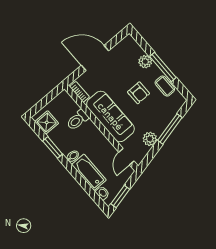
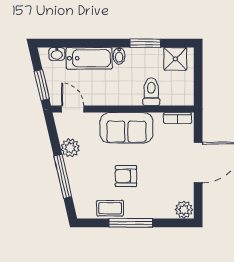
plant: (145, 62) -> (184, 210), moved
sofa: (110, 116) -> (126, 128), width x0.73
window: (120, 197) -> (42, 85), moved

